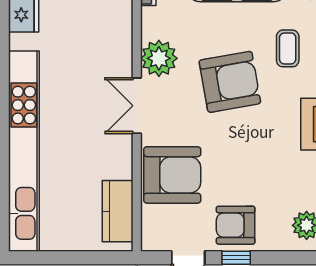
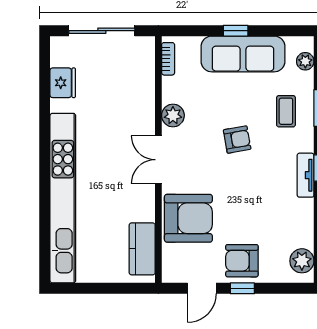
plant: (159, 58) -> (173, 115), width x0.73, depth x0.73
armchair: (230, 82) -> (237, 140), width x0.53, depth x0.53

